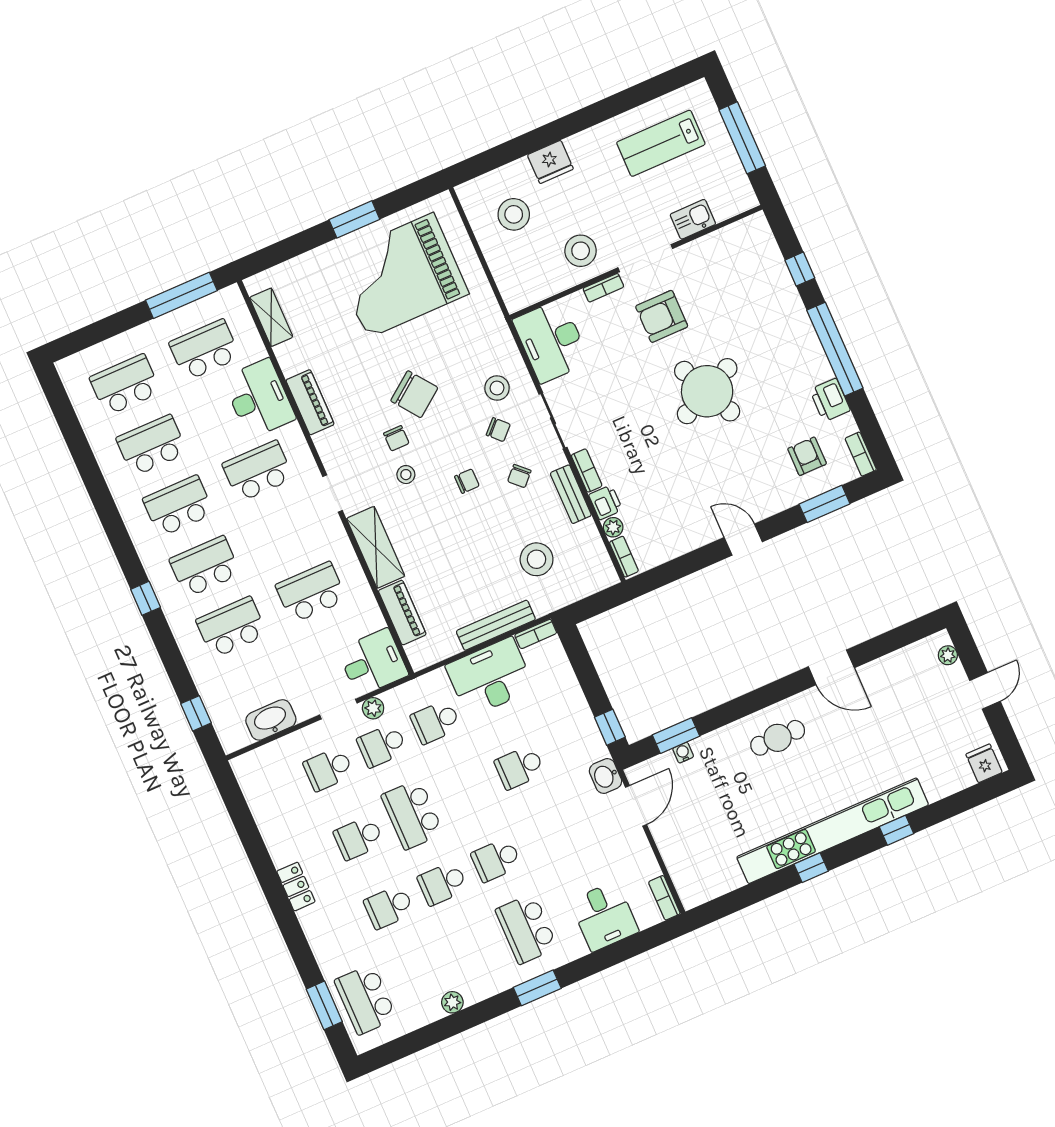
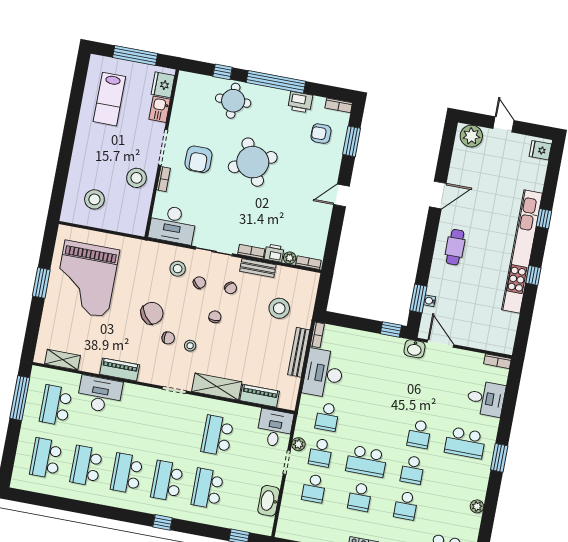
fridge: (550, 162) -> (163, 85), moved, turned 180
round table: (771, 309) -> (233, 101), added
school desk: (258, 471) -> (137, 420), removed
plant: (948, 655) -> (471, 136), width x1.88, depth x1.88
school desk: (520, 767) -> (380, 390), removed

